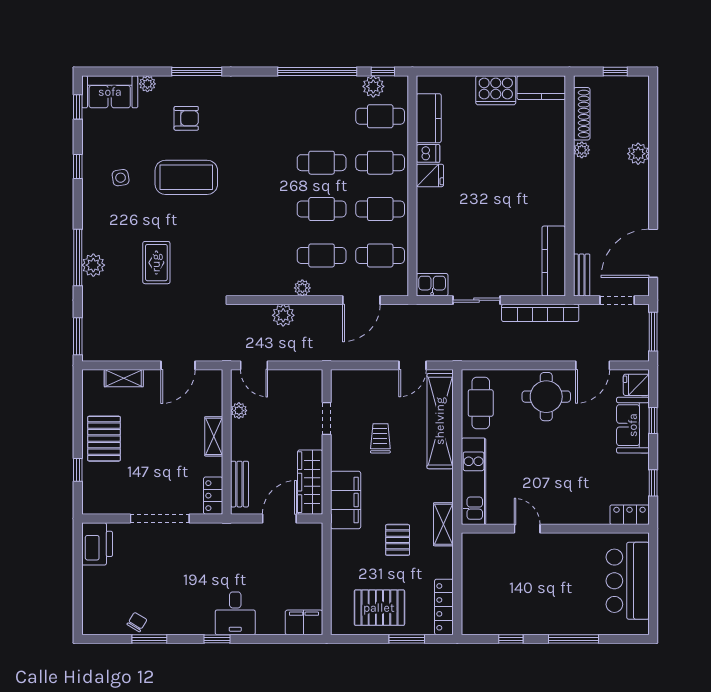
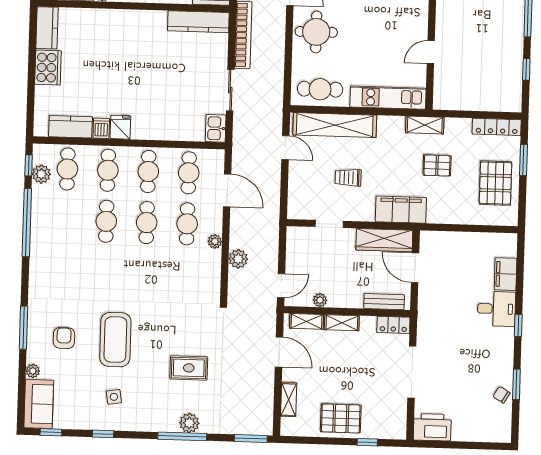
shelving: (214, 396) -> (307, 321), added
filing cabinet: (304, 622) -> (506, 274), moved

